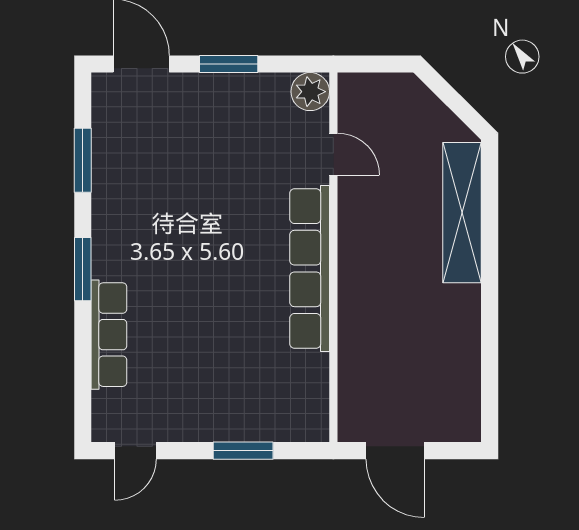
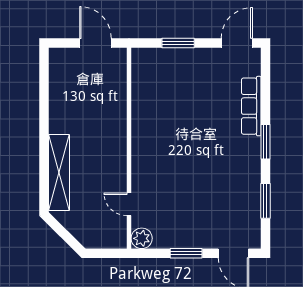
row of seats: (310, 269) -> (142, 142), removed
door: (135, 451) -> (237, 43), width x1.38

